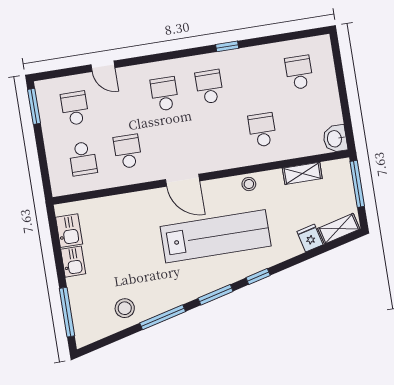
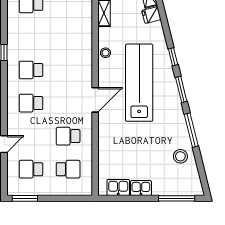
school desk: (262, 130) -> (68, 37), removed

